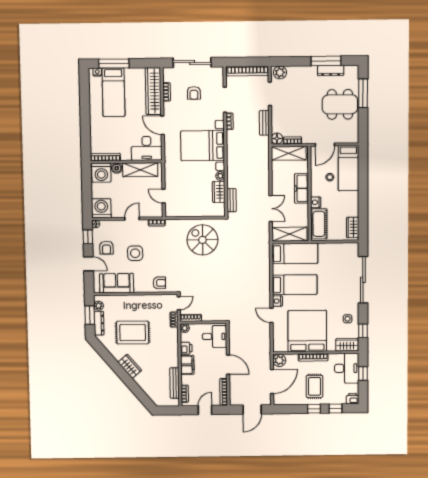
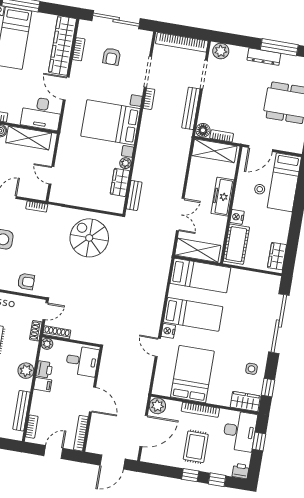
dresser: (331, 71) -> (264, 57), moved
bench: (264, 123) -> (191, 108), width x1.36
bed: (307, 331) -> (192, 374), width x0.73
plant: (172, 352) -> (26, 371), added
filing cabinet: (187, 365) -> (43, 385), width x0.50

